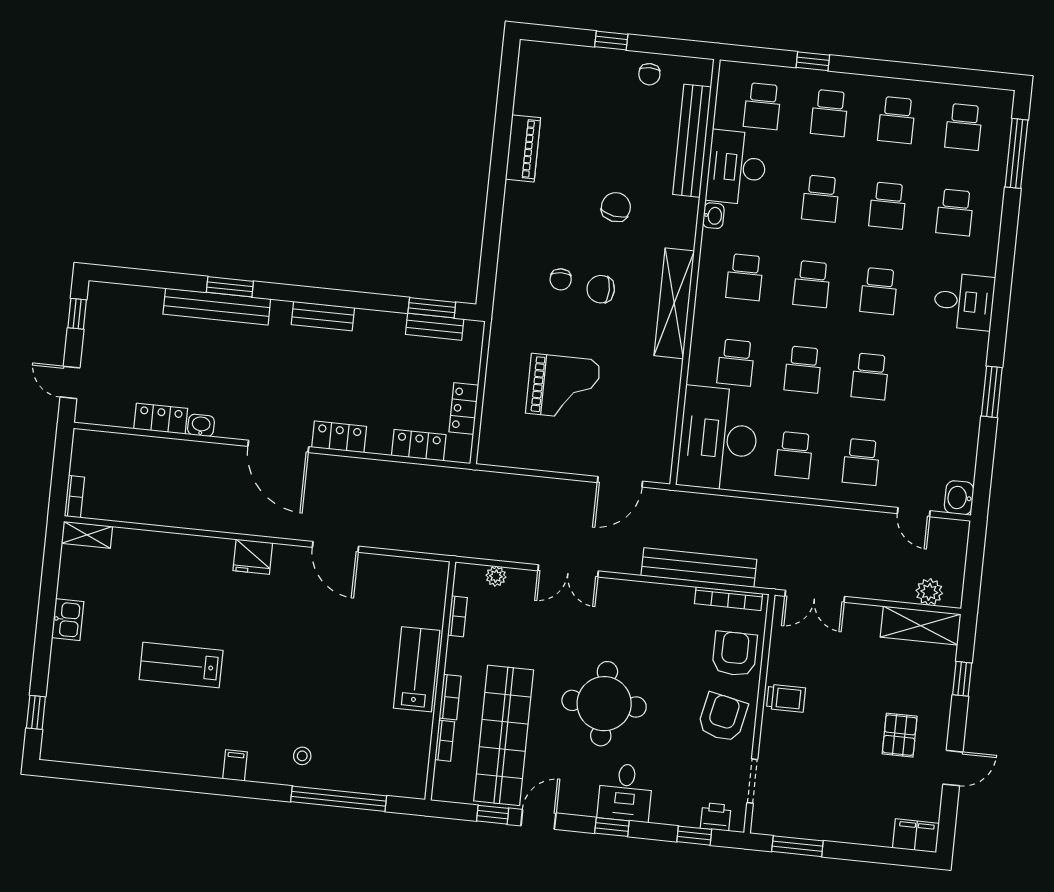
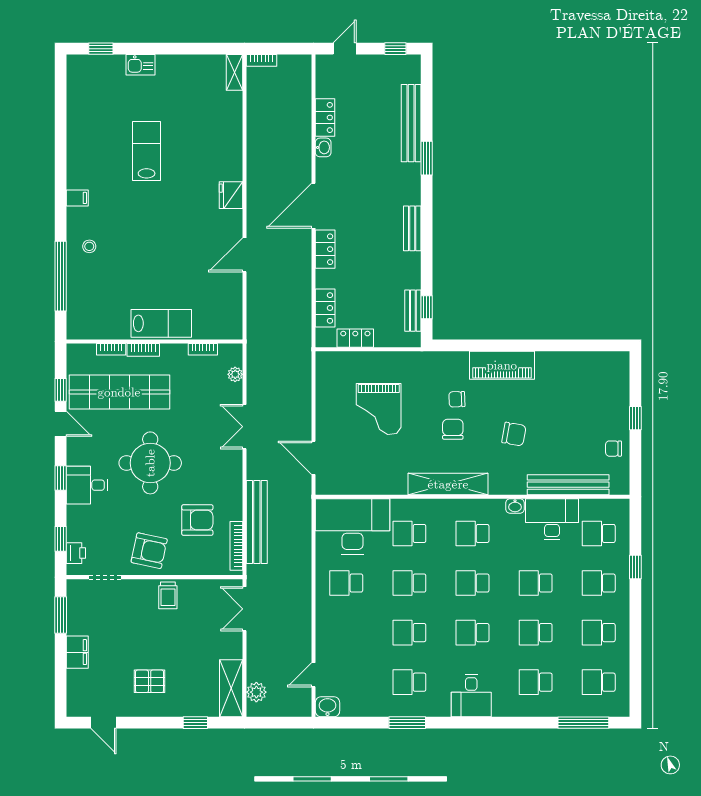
piano: (523, 148) -> (502, 365), moved, width x1.37, depth x1.33
bench: (217, 307) -> (411, 123), moved
window: (432, 308) -> (427, 307), width x0.67
school desk: (861, 462) -> (409, 682), moved
kitchen sink: (68, 620) -> (141, 65), moved
armchair: (735, 654) -> (197, 520), moved
door: (953, 768) -> (103, 723), moved
filing cabinet: (916, 836) -> (77, 652), moved

